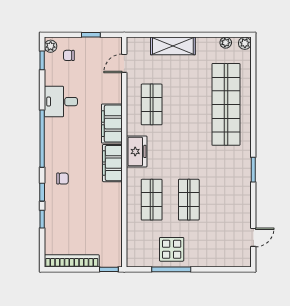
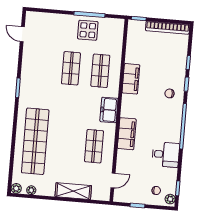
filing cabinet: (112, 163) -> (131, 79), moved
door: (253, 237) -> (22, 34), hinge flipped

